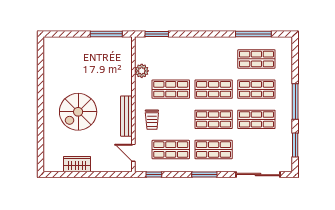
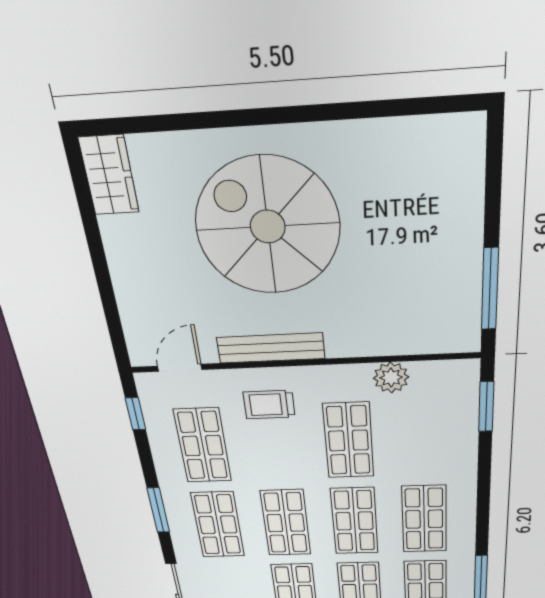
shop shelf: (214, 59) -> (424, 519), added
spiral stairs: (78, 112) -> (268, 227), width x1.37, depth x1.37
wardrobe: (77, 164) -> (109, 175), moved

